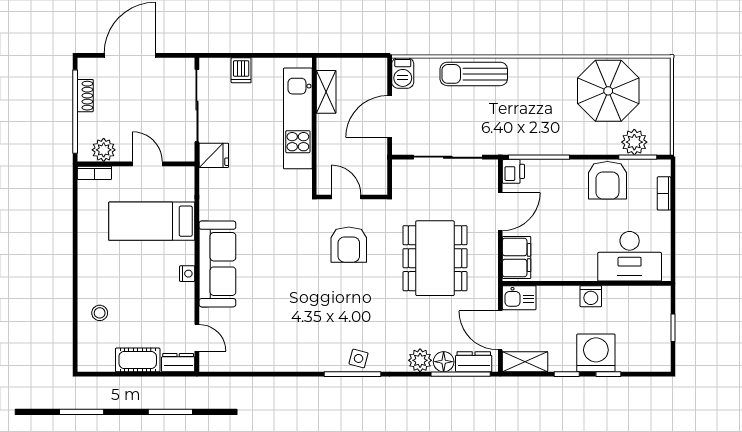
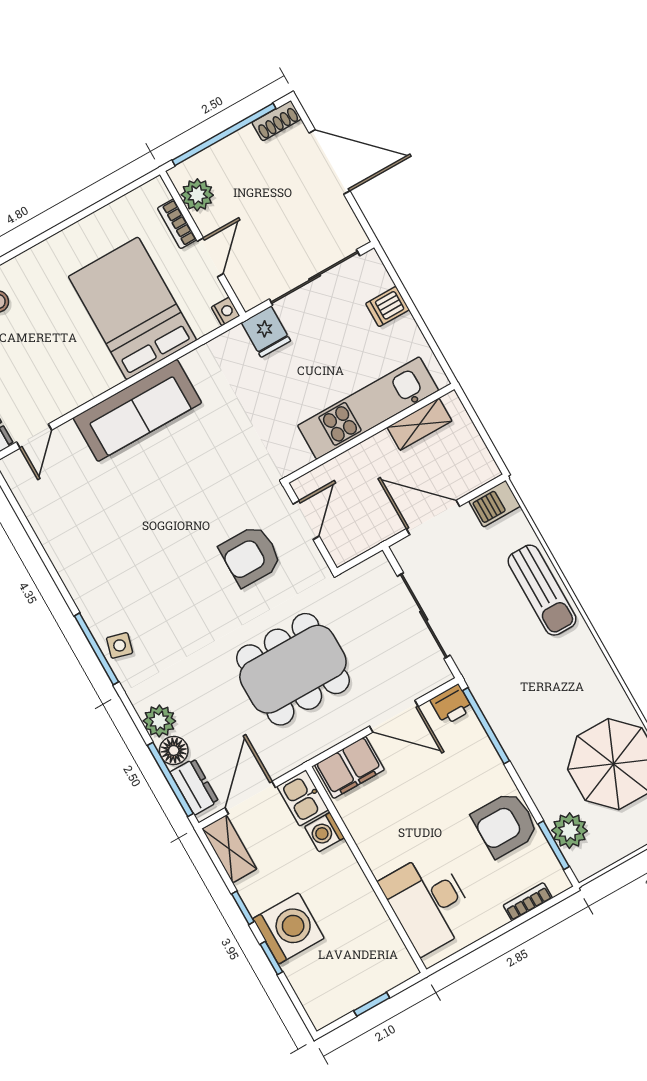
sun lounger: (474, 74) -> (542, 590), turned 180
shoe rack: (85, 96) -> (277, 121), moved
bookcase: (94, 173) -> (177, 224), moved
bed: (152, 221) -> (132, 308), width x1.50
nightstand: (187, 274) -> (226, 311), moved, turned -90
washing machine: (591, 296) -> (324, 832), moved

